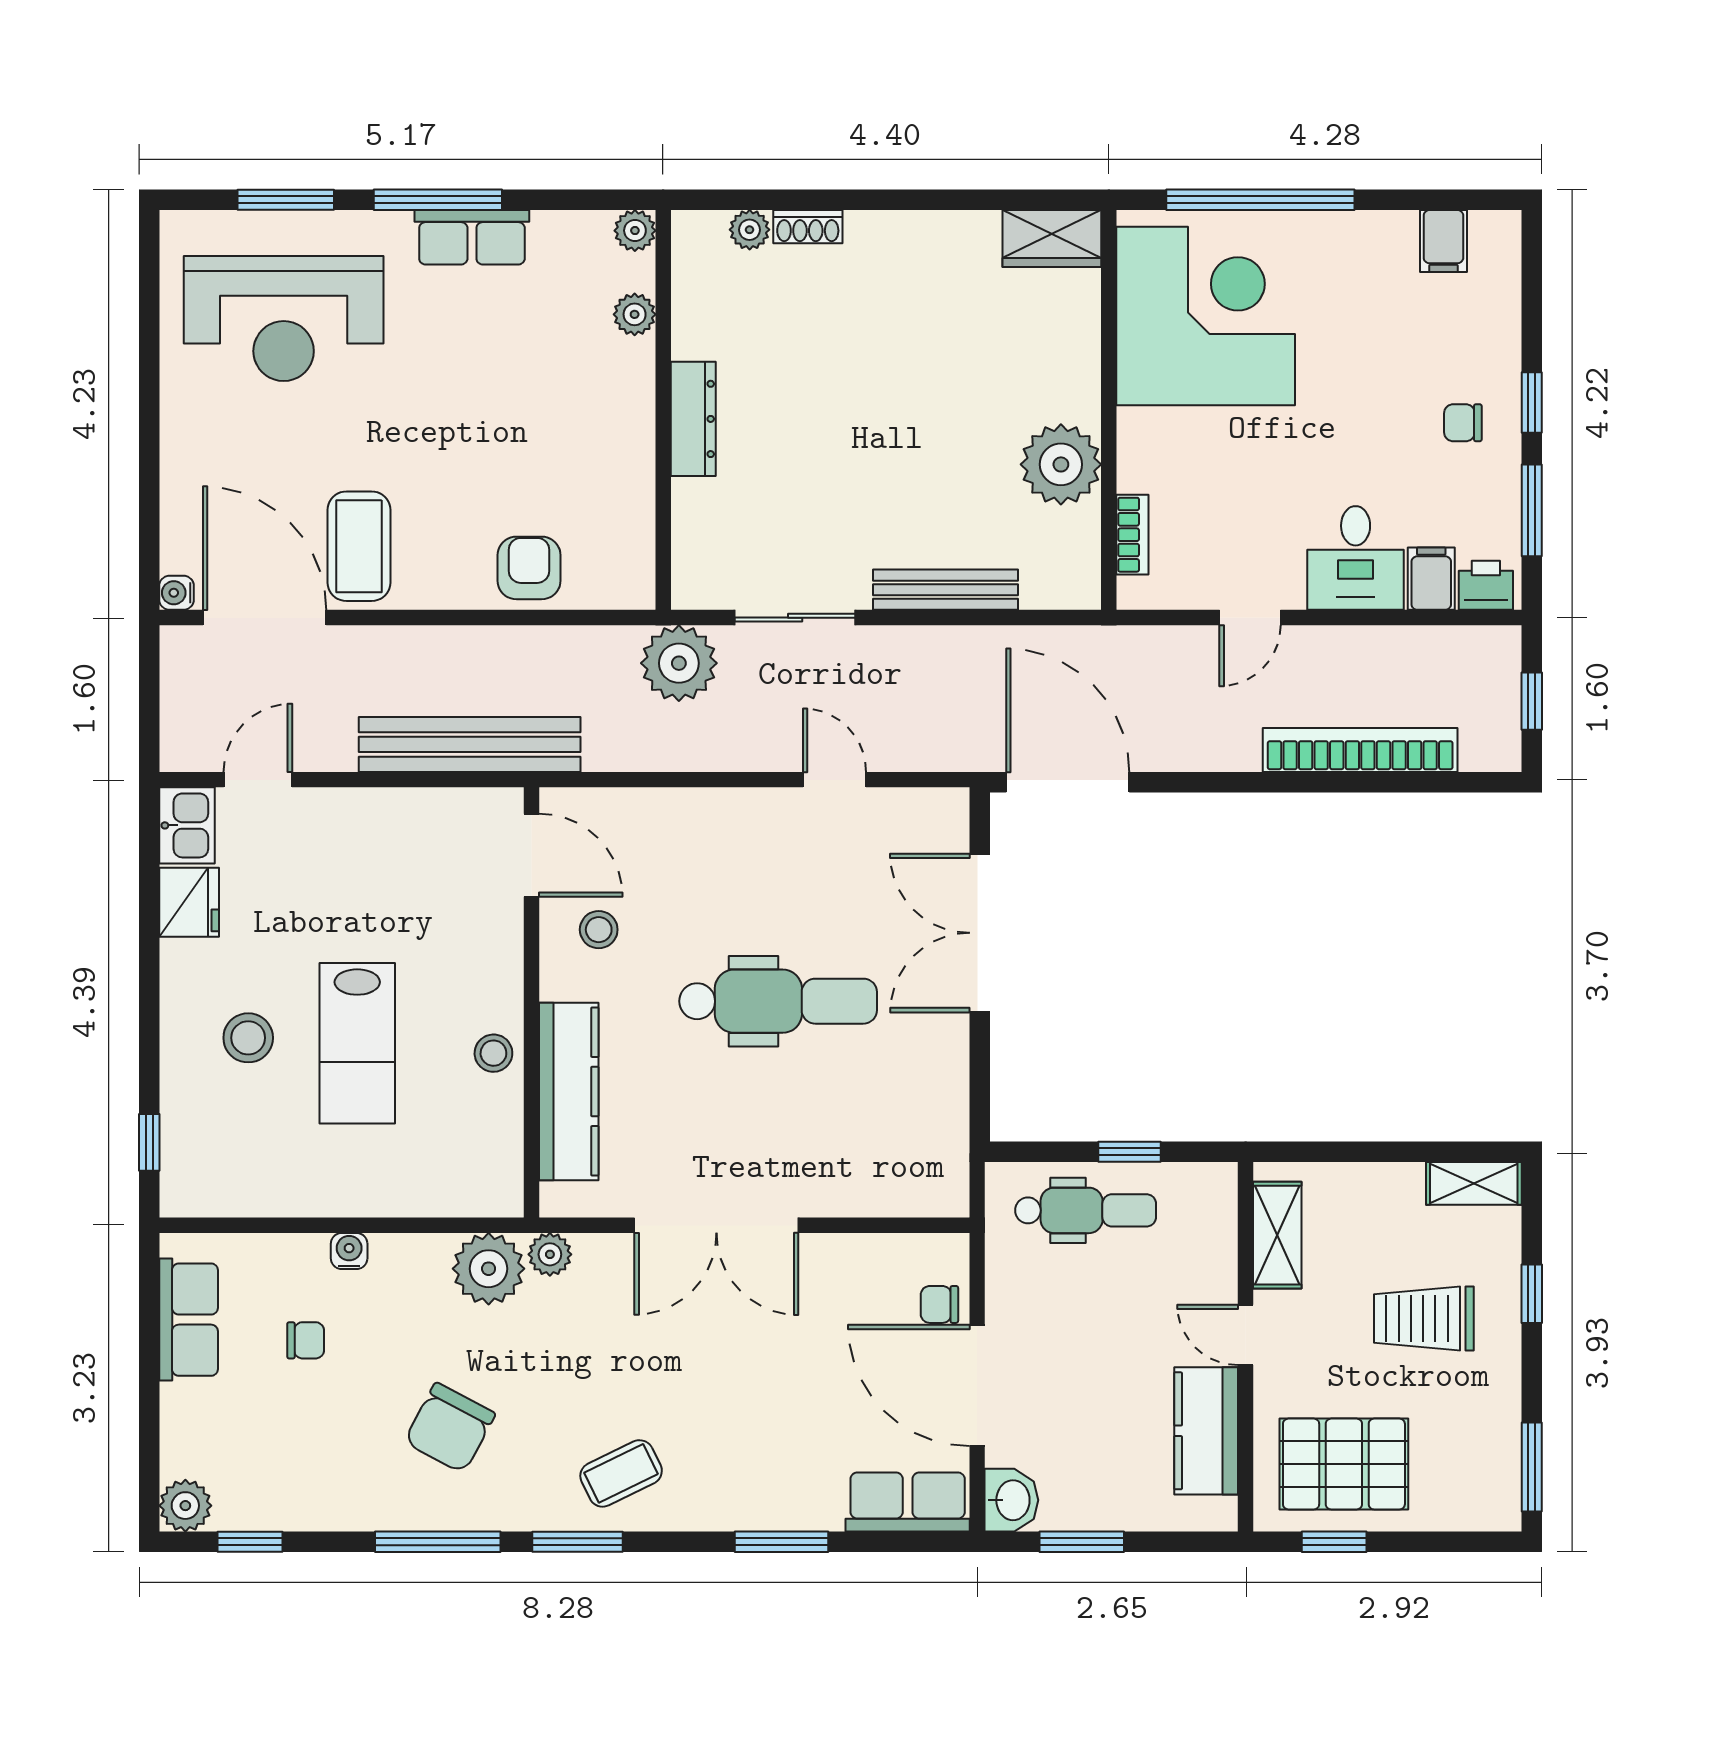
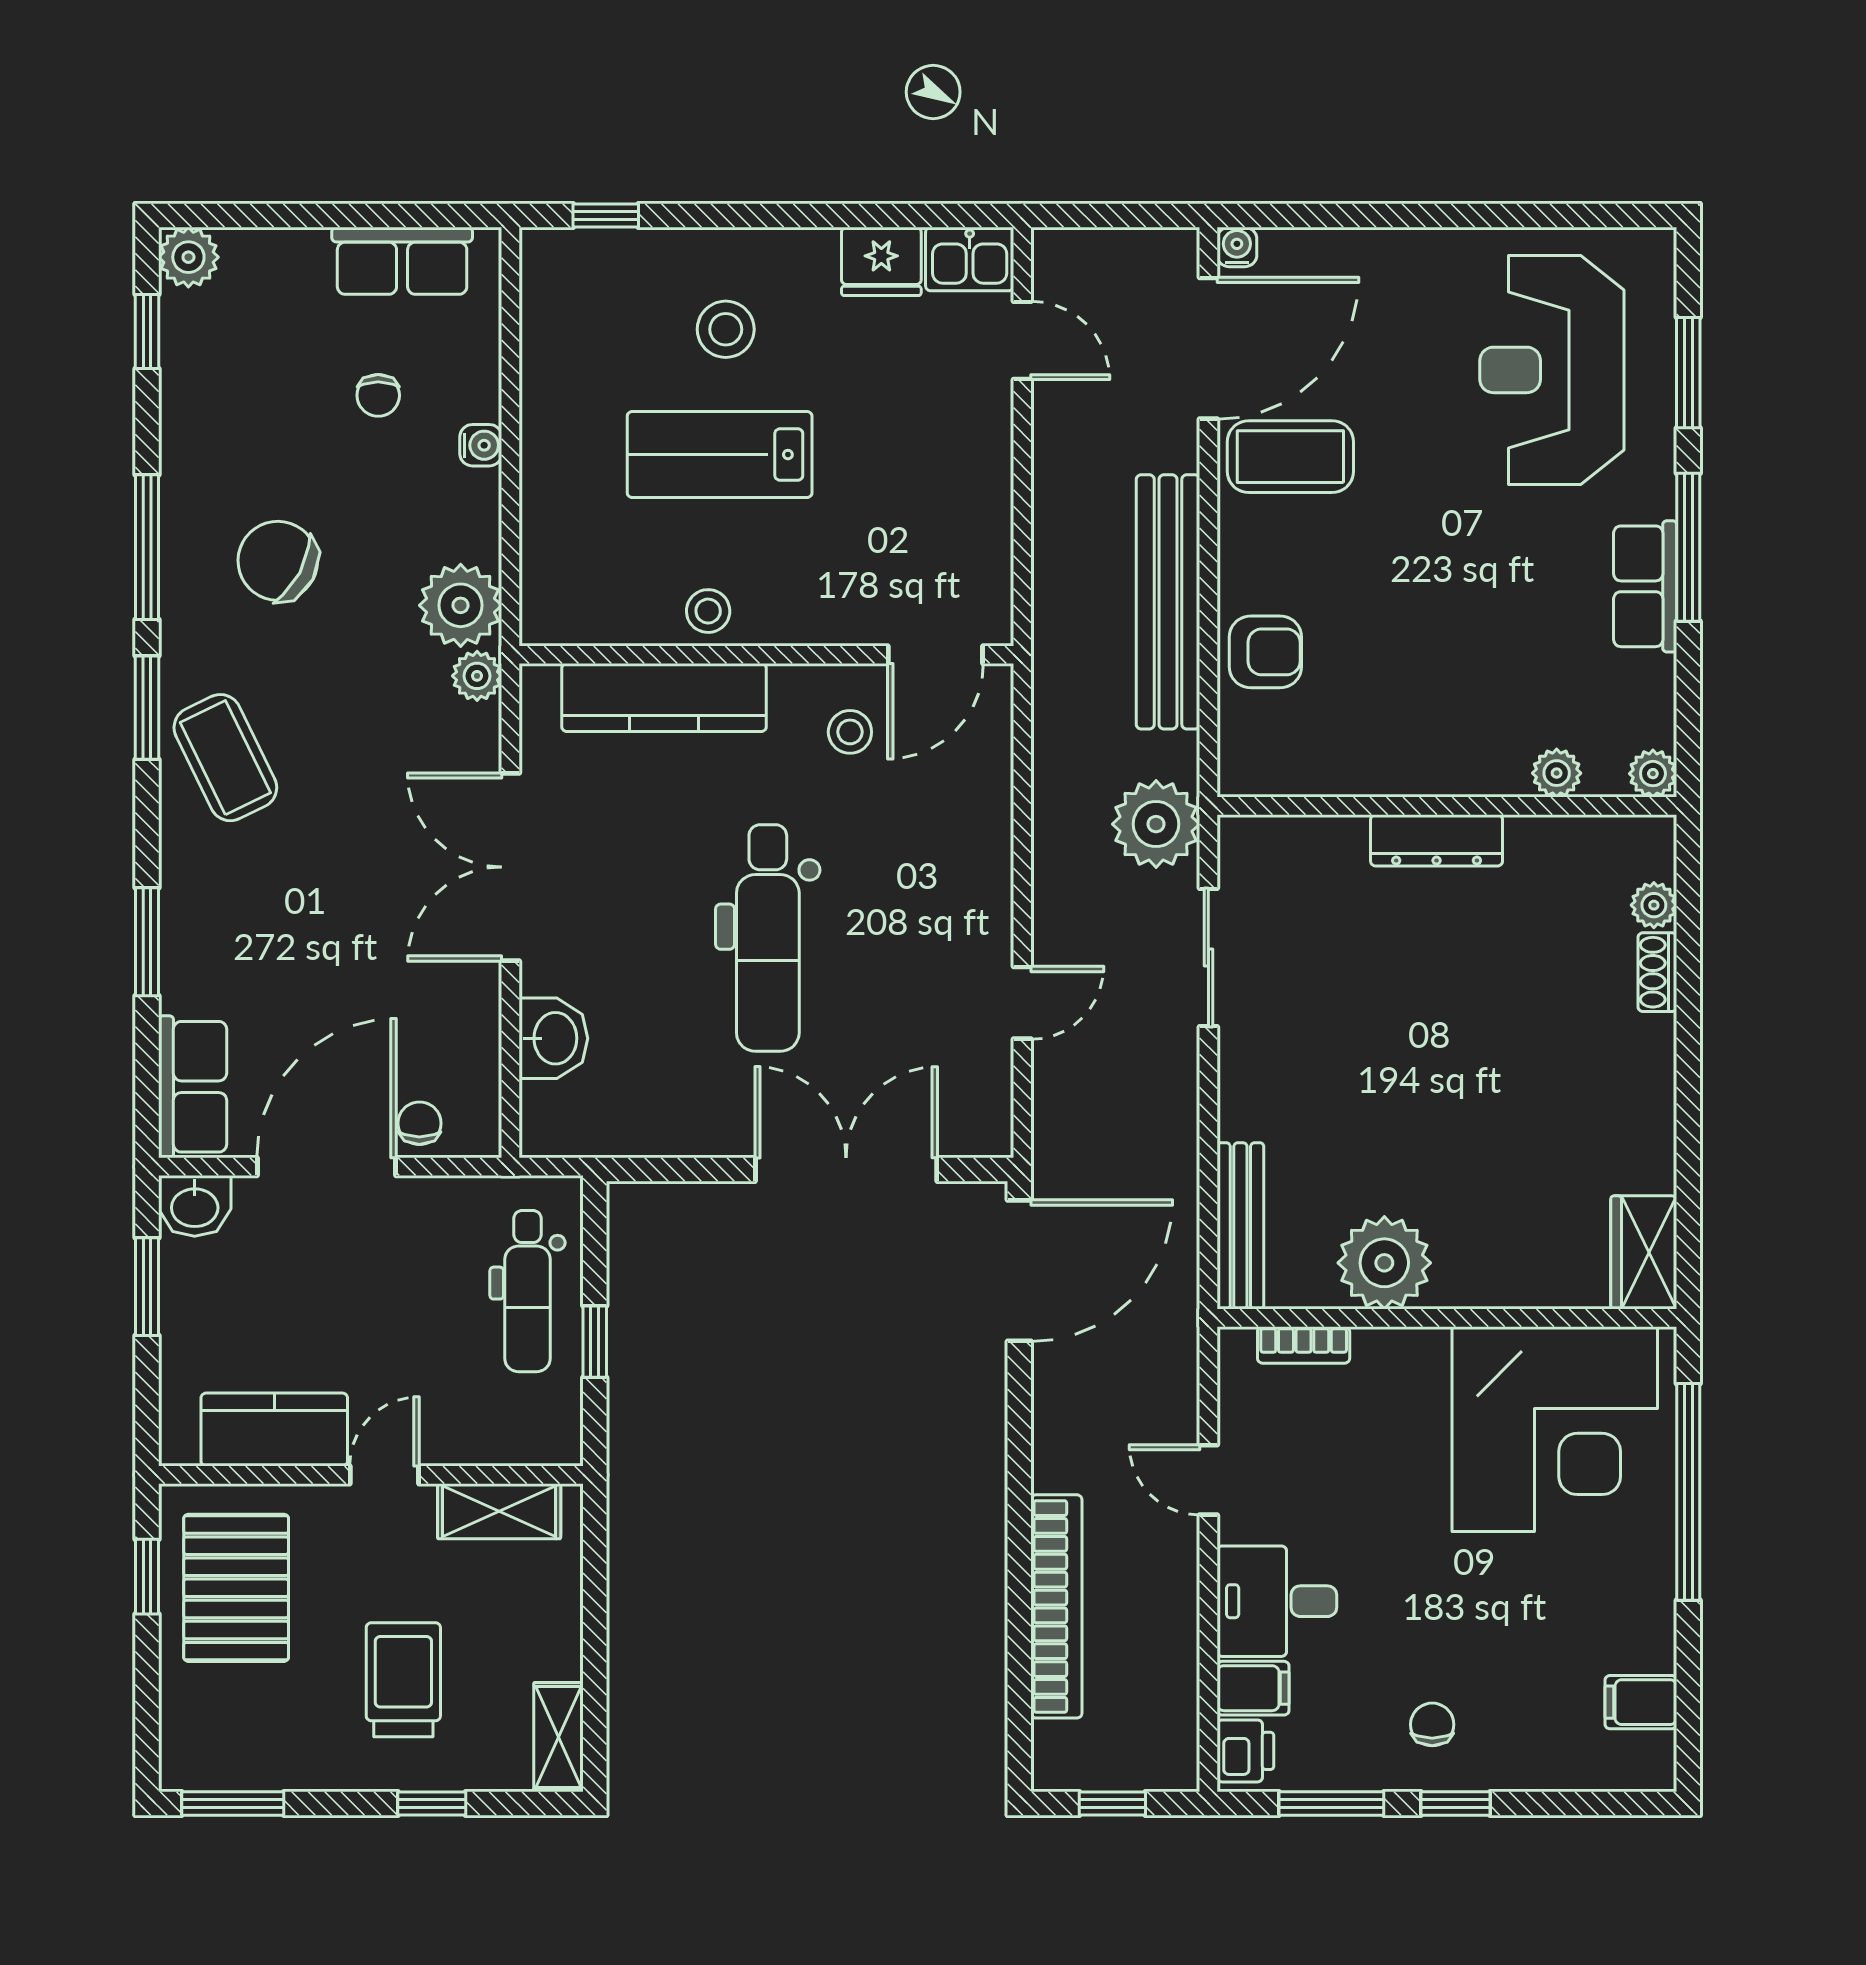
bench: (945, 590) -> (1240, 1226), moved
bench: (470, 744) -> (1168, 602), moved
washbasin: (865, 1188) -> (553, 1038), added
coffee table: (621, 1473) -> (225, 758), width x1.36, depth x1.30

